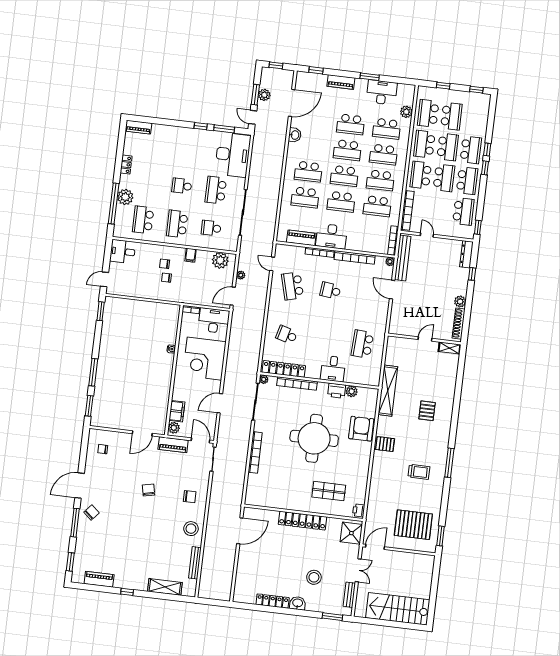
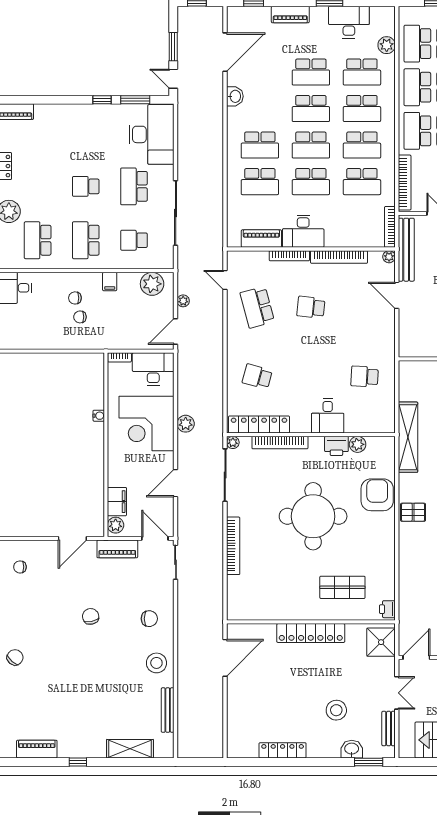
plant: (264, 95) -> (186, 424), moved
school desk: (362, 344) -> (365, 376), width x0.54
washbasin: (298, 603) -> (352, 749), moved

